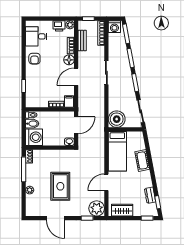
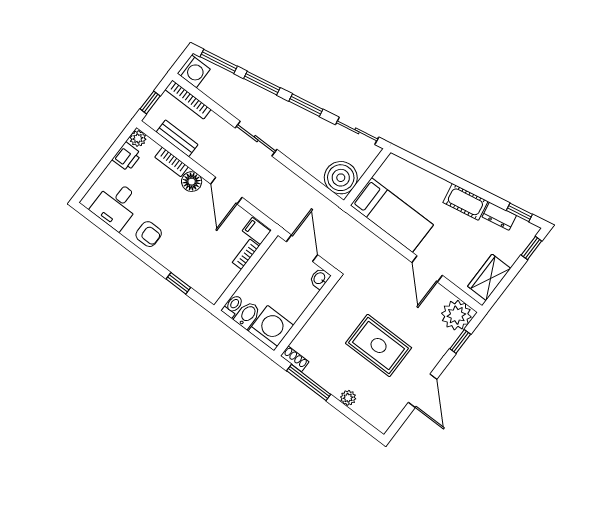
cot: (142, 160) -> (465, 202), moved
door: (56, 218) -> (423, 391), hinge flipped

